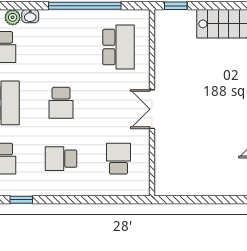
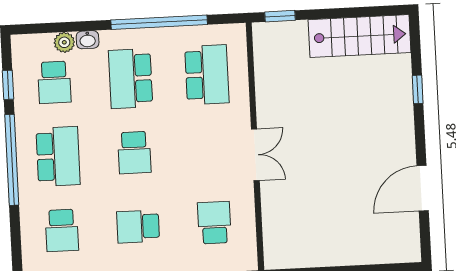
school desk: (61, 47) -> (131, 78), added
double door: (152, 109) -> (255, 155), swing flipped

